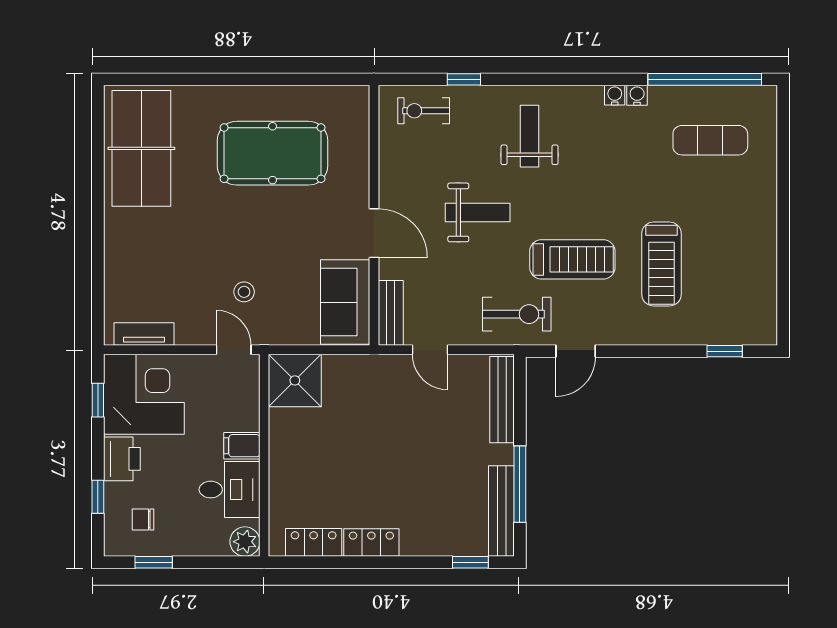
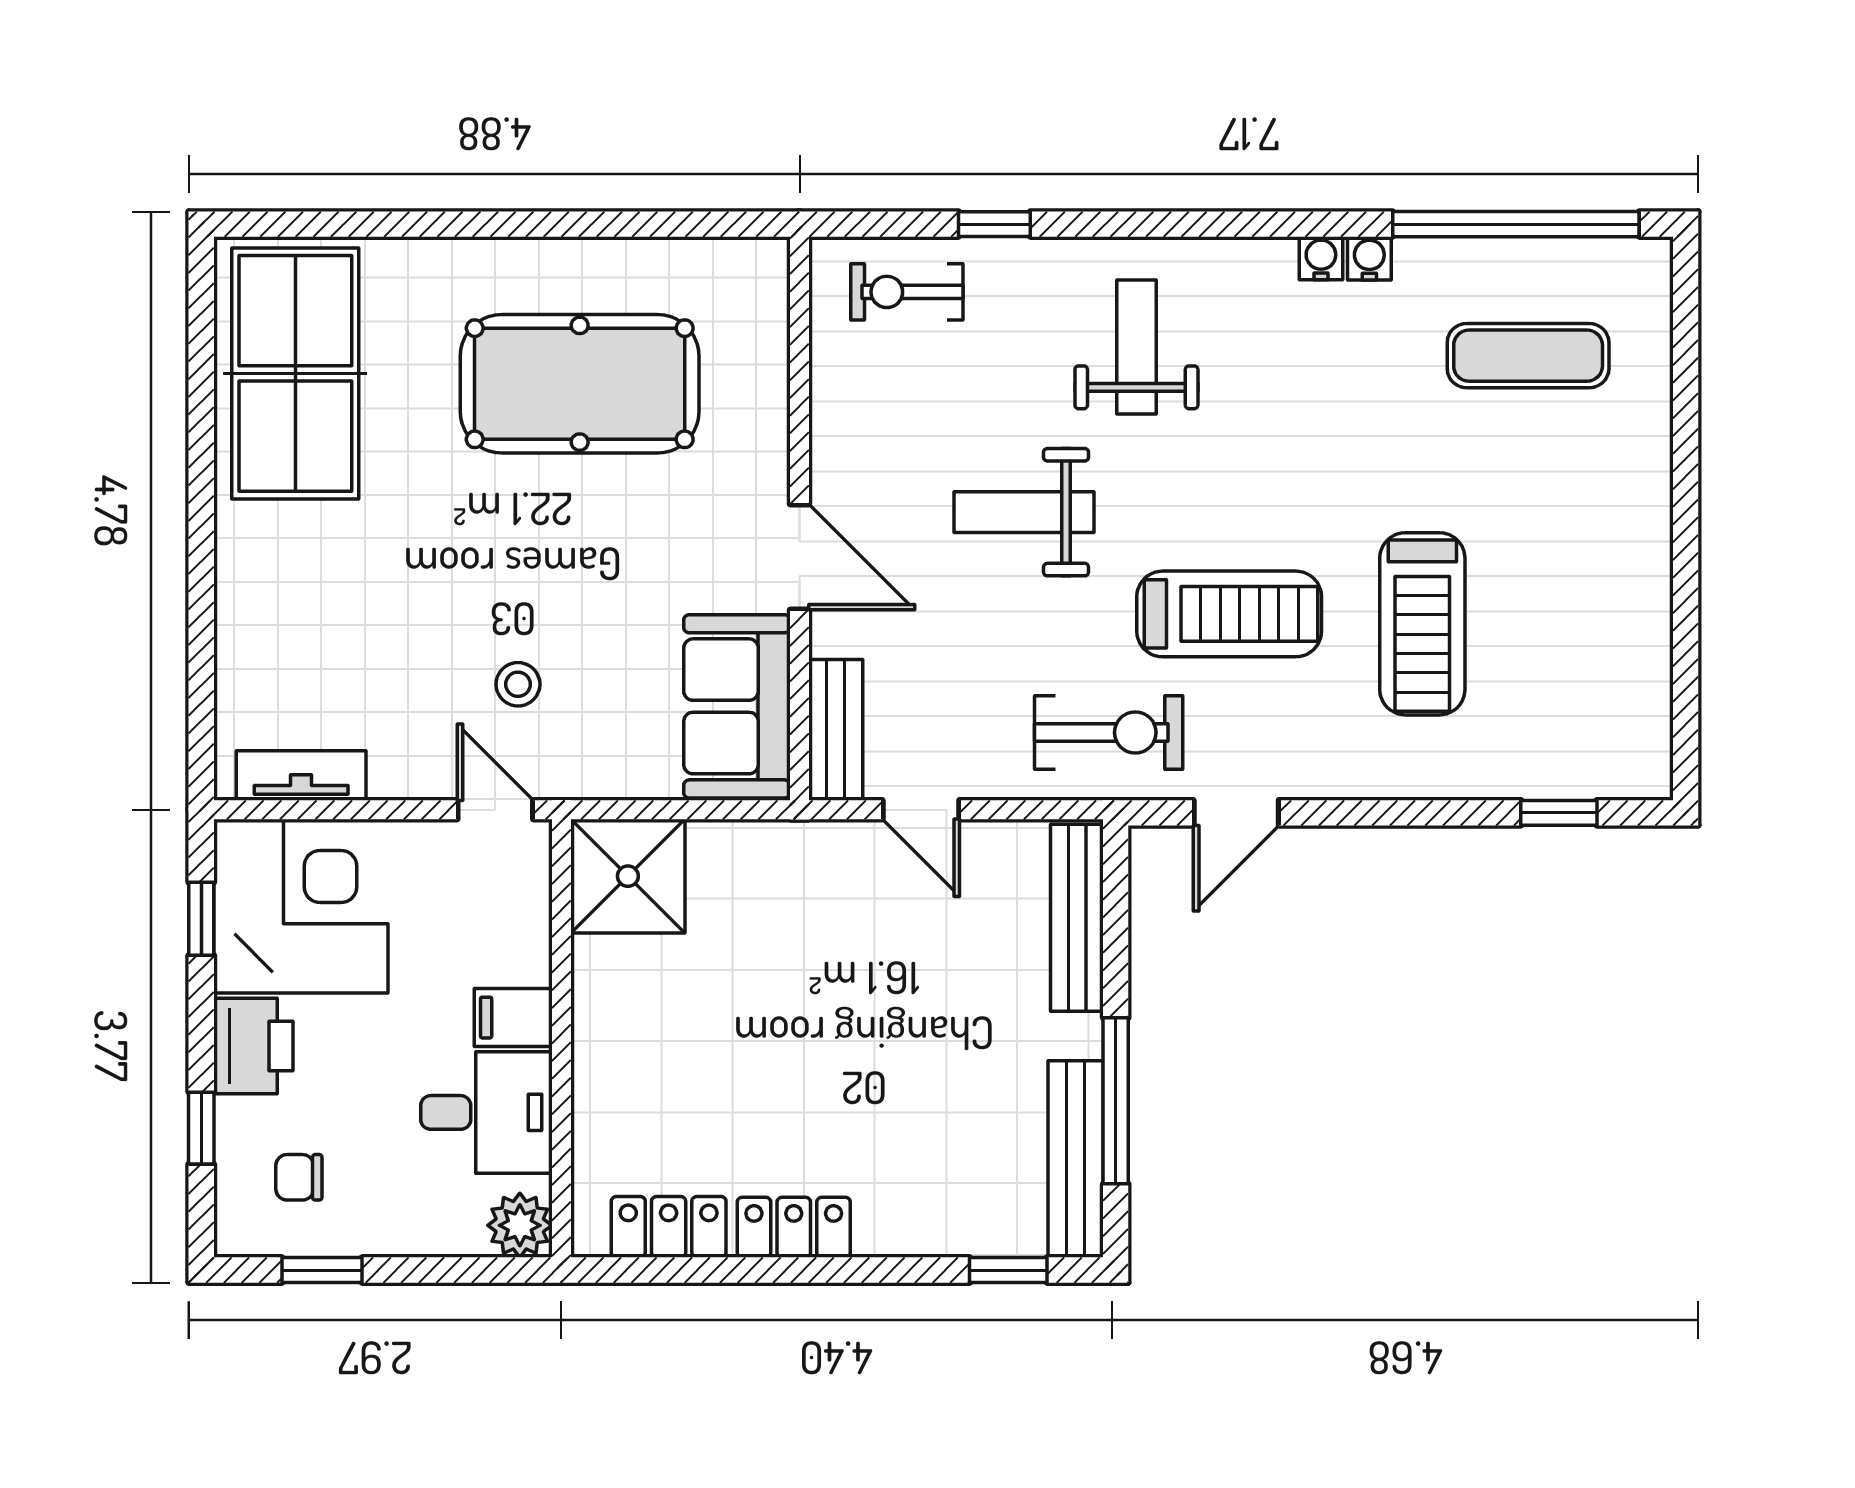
weight bench: (478, 212) -> (1024, 512), turned 180

